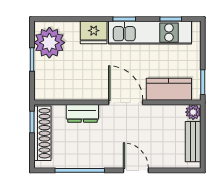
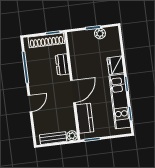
plant: (49, 43) -> (100, 34), width x0.53, depth x0.53

